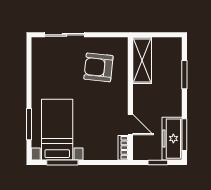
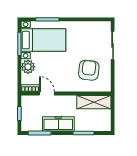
door: (130, 125) -> (47, 94), swing flipped
freezer: (172, 139) -> (58, 124), moved
plant: (94, 151) -> (28, 67), added

